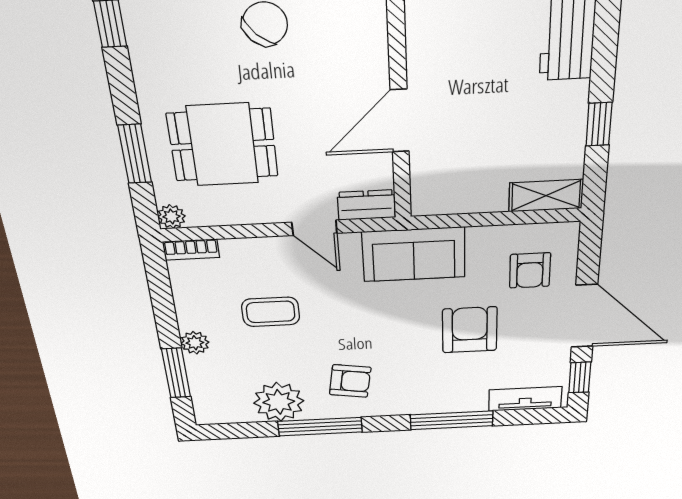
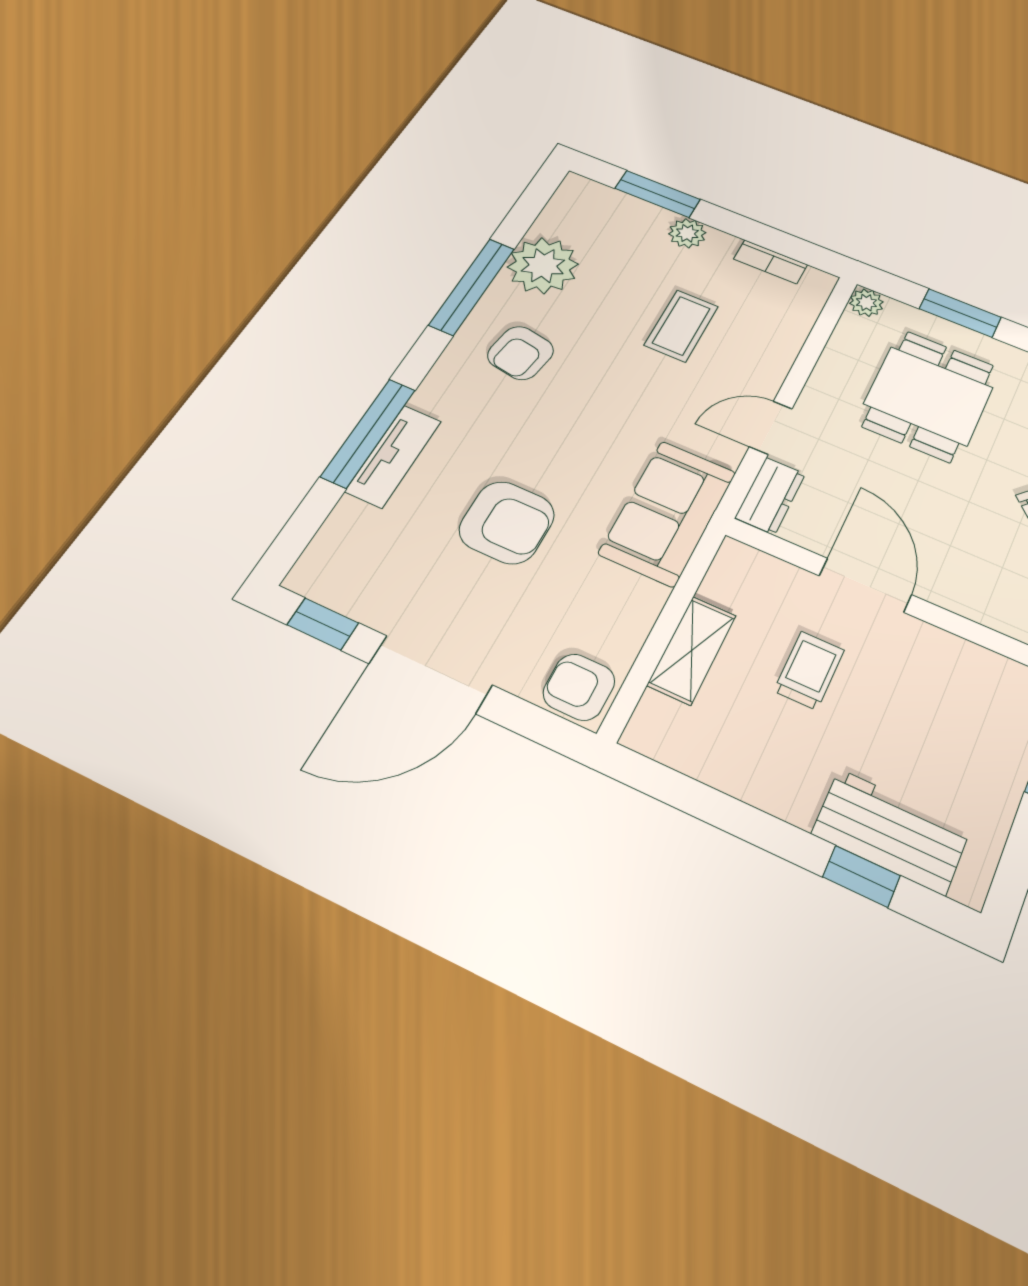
window: (599, 124) -> (861, 876), moved
trolley: (480, 127) -> (809, 670), added
shelving: (546, 196) -> (692, 650), moved
bookcase: (191, 250) -> (770, 262), moved, turned -90
armchair: (530, 270) -> (579, 687), moved
tv unit: (525, 399) -> (393, 456), moved

